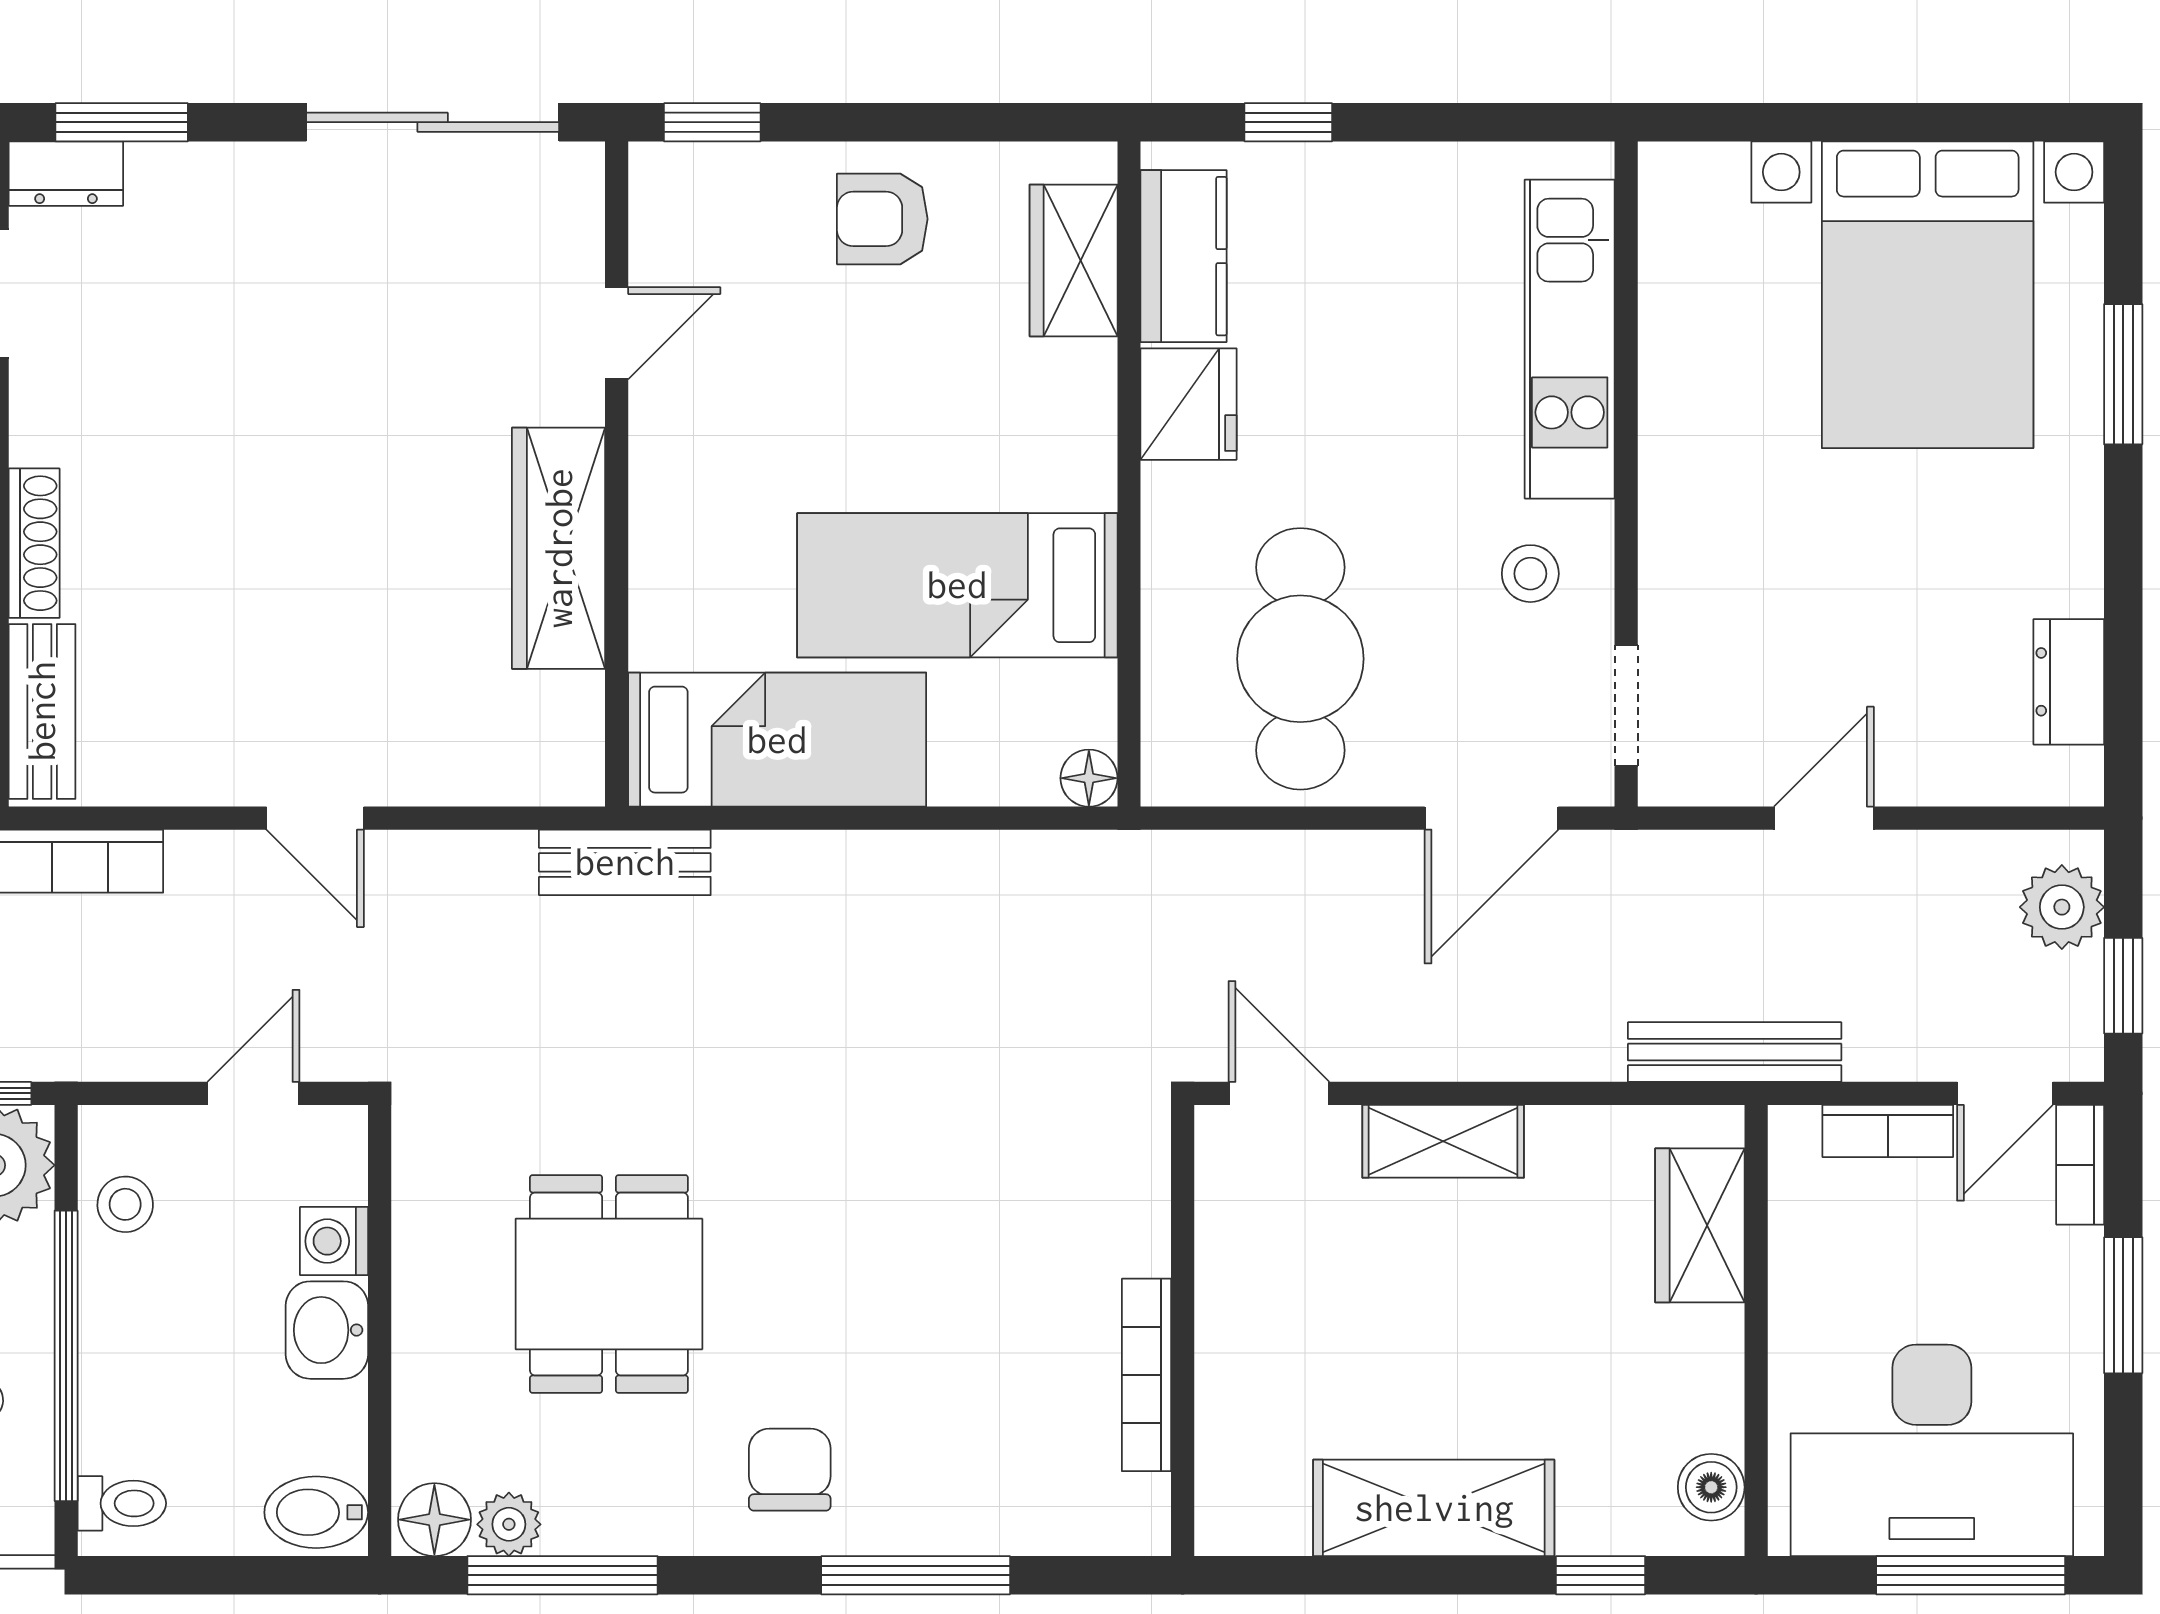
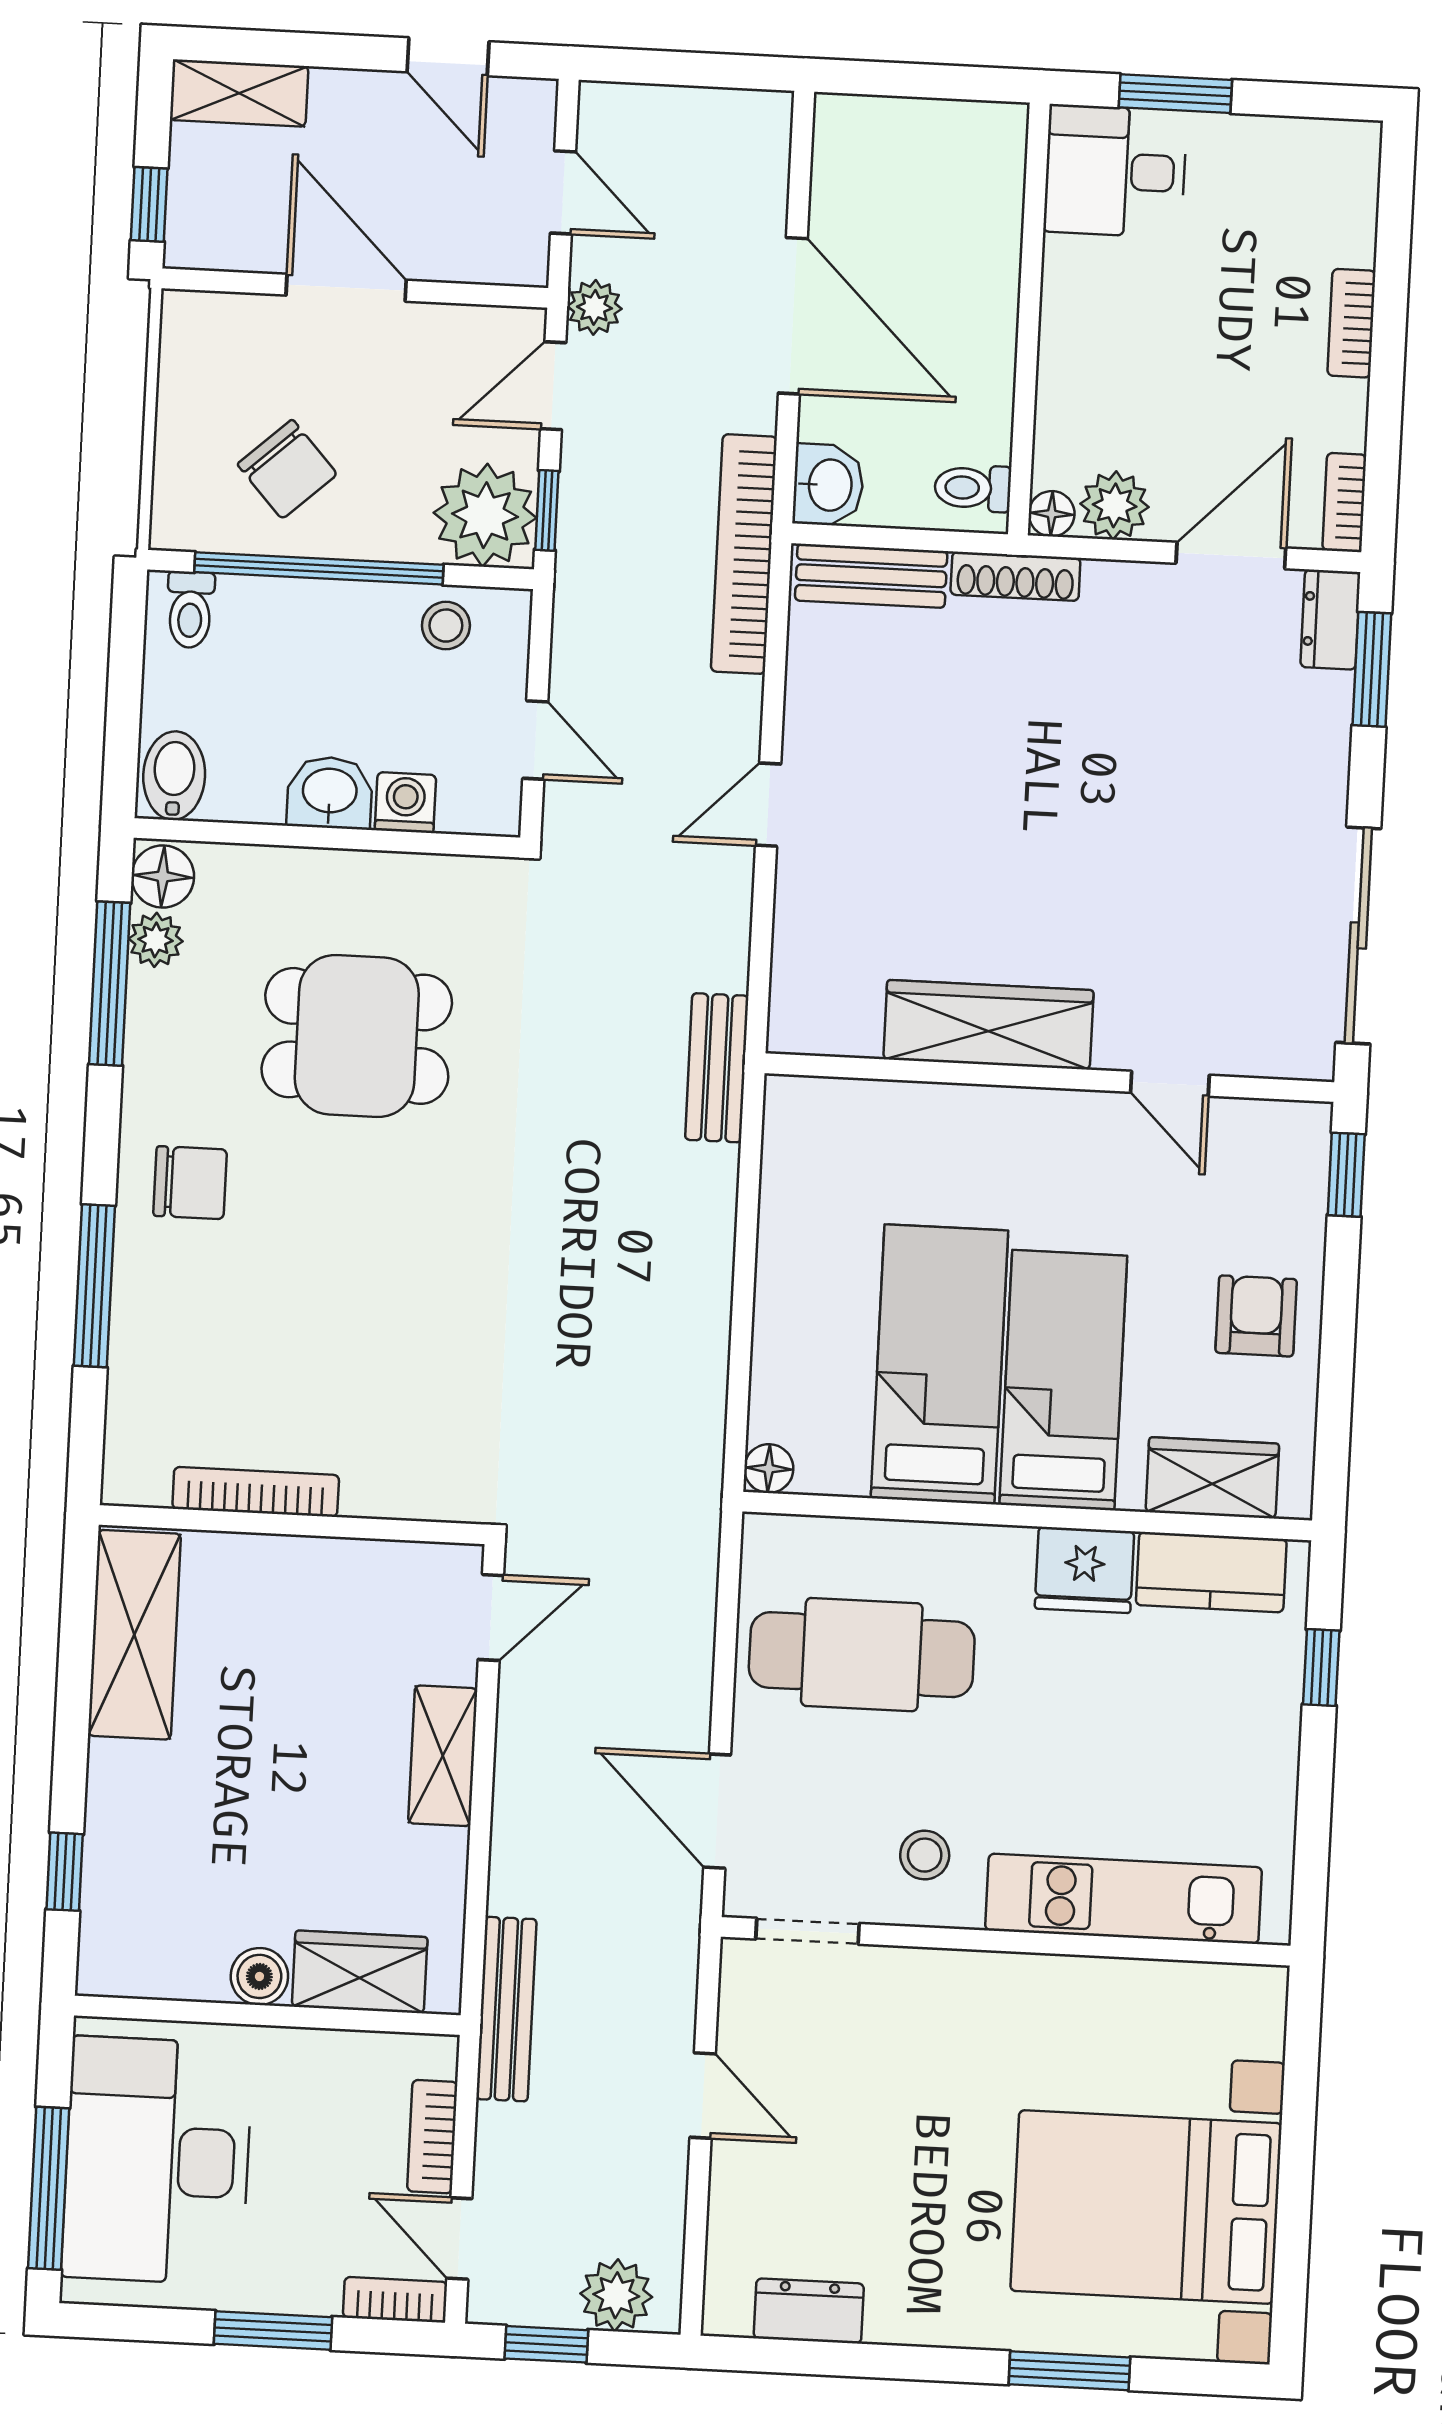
bed: (777, 740) -> (1063, 1380), moved, turned 180
boiler: (1711, 1487) -> (259, 1976), moved
shelving: (1434, 1508) -> (134, 1635), moved

